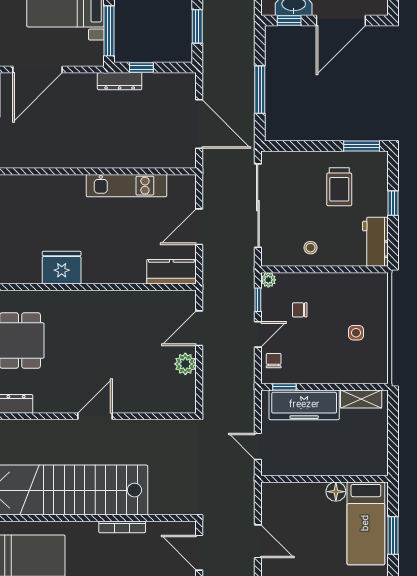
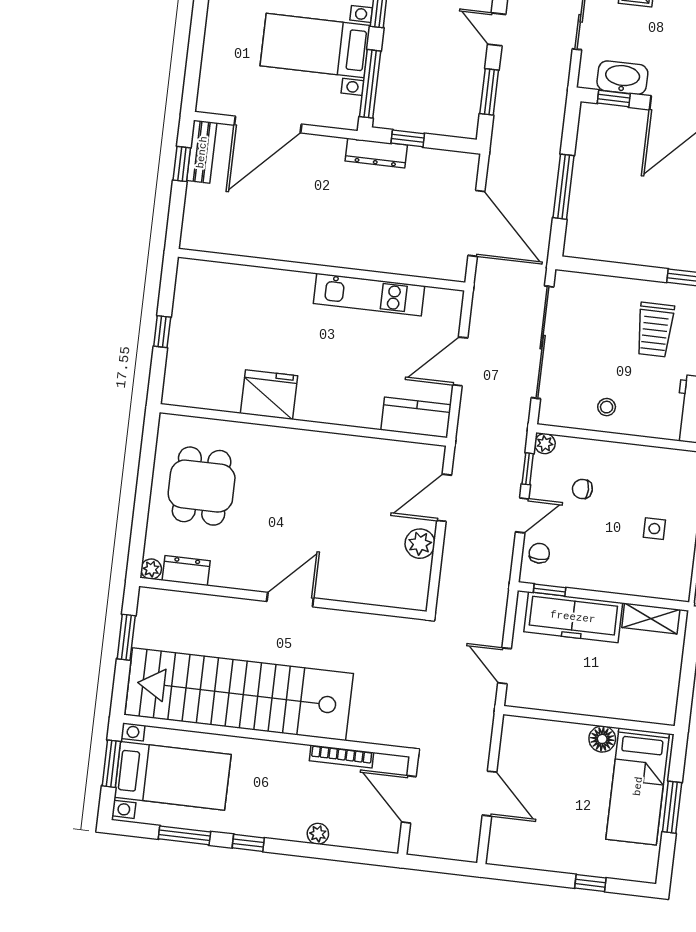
bookcase: (122, 527) -> (341, 757), moved

